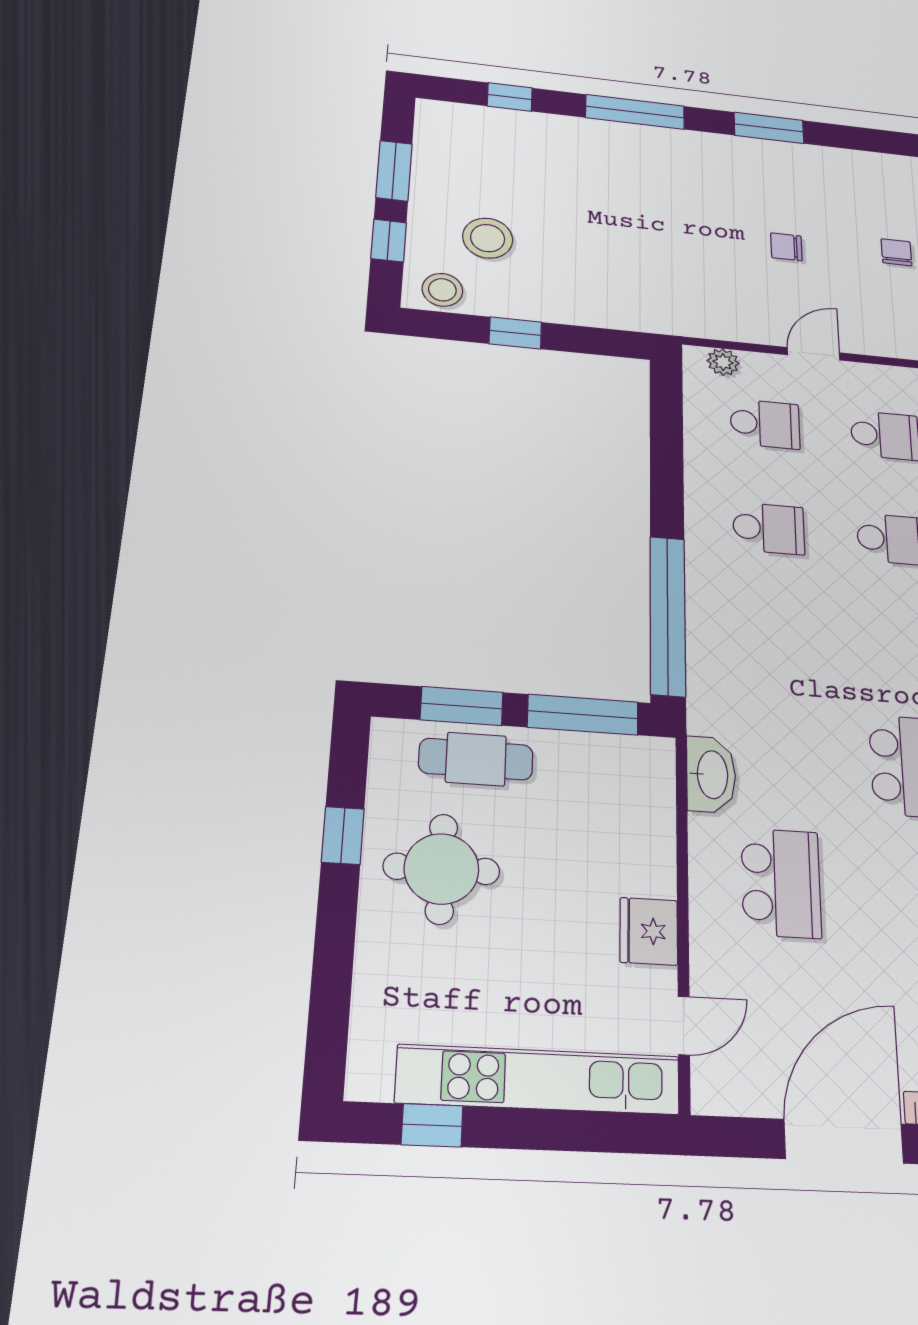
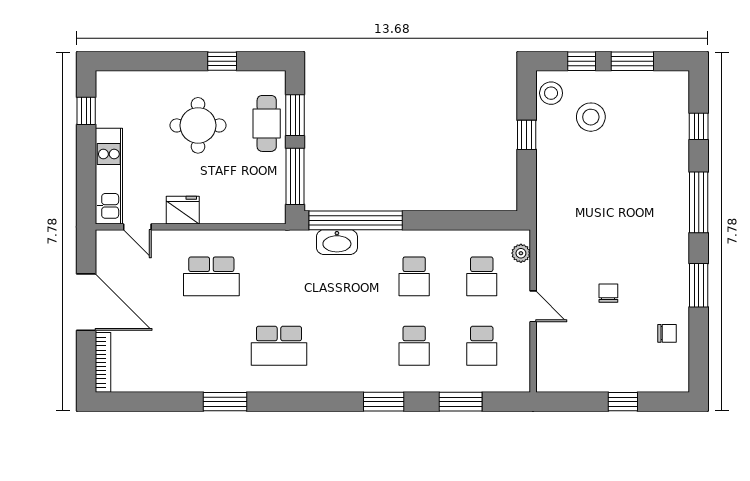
chair: (896, 252) -> (667, 333), moved
washbasin: (711, 775) -> (337, 242), moved
round table: (441, 869) -> (198, 125), moved
kitchen unit: (539, 1080) -> (109, 176), width x0.73

